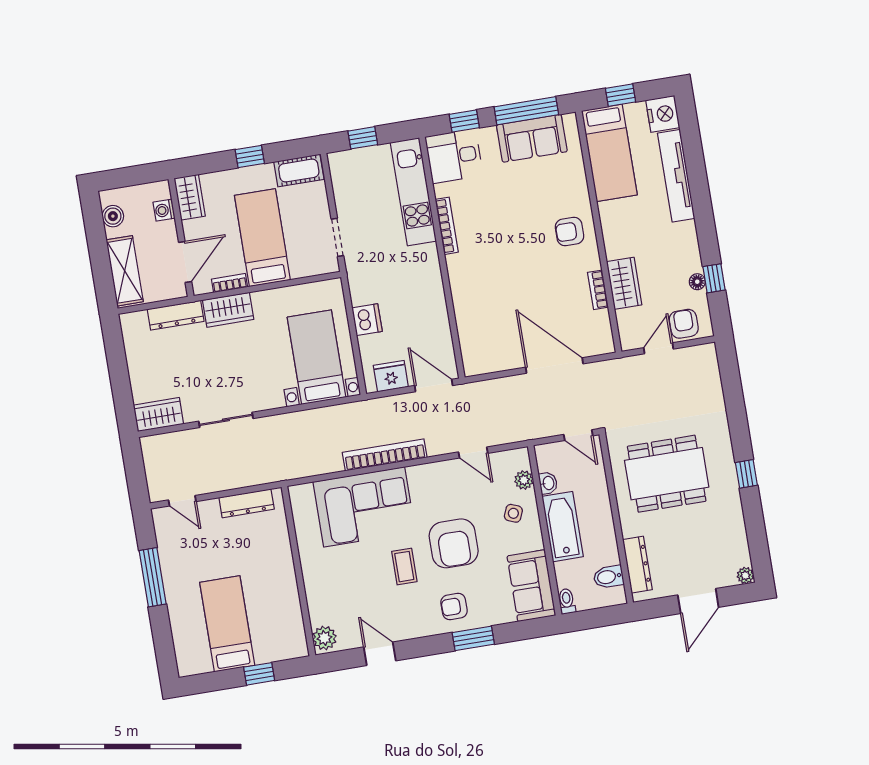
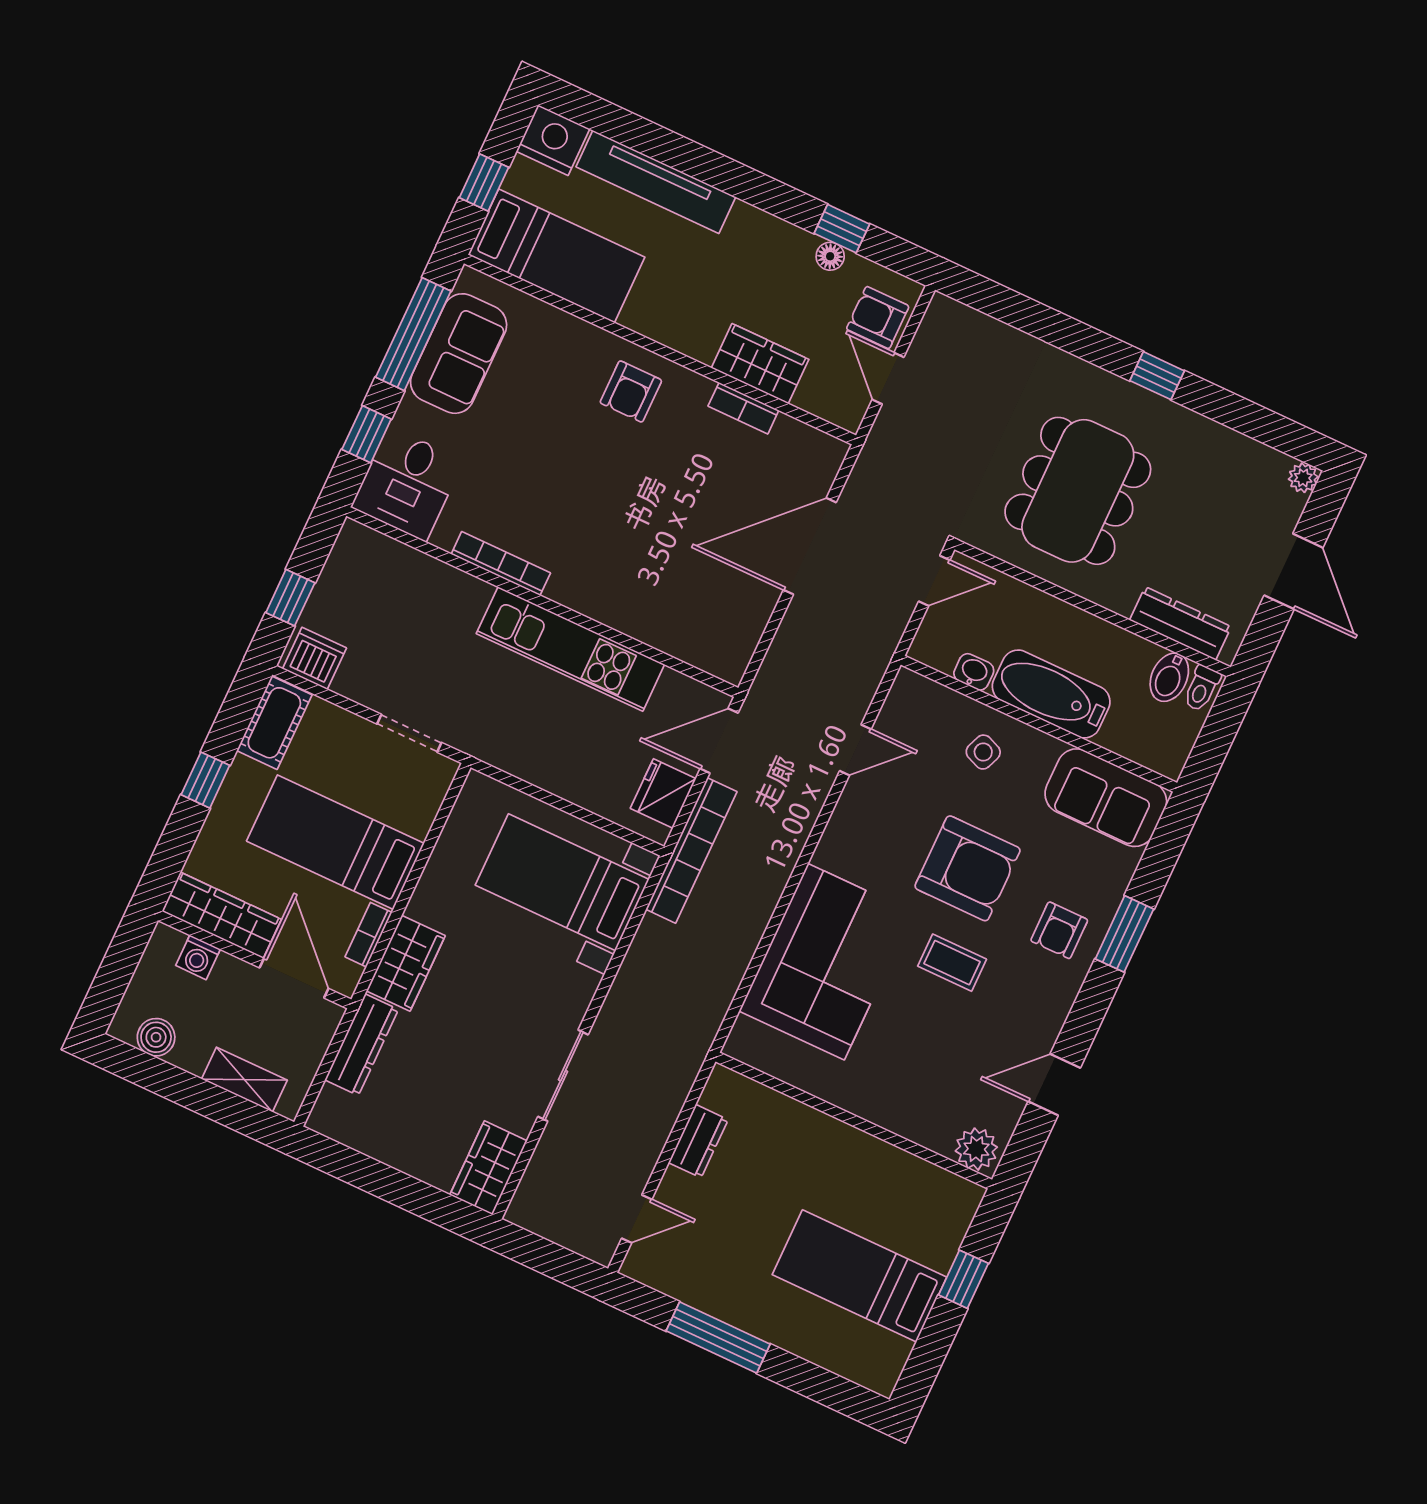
kitchen unit: (413, 192) -> (570, 649), moved
wardrobe: (190, 197) -> (222, 915), width x1.50
shelving: (125, 271) -> (244, 1080), width x0.67, depth x0.75
dishwasher: (367, 320) -> (315, 658), moved
bookcase: (385, 455) -> (691, 850), moved, turned 180
plant: (524, 480) -> (945, 704), removed
dresser: (247, 503) -> (698, 1141), width x0.70
toilet: (567, 601) -> (1202, 688), moved, turned -90

